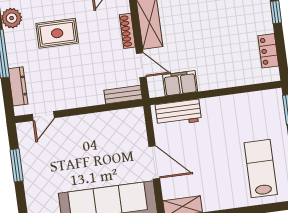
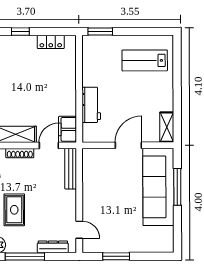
filing cabinet: (180, 83) -> (67, 129), moved
bench: (123, 95) -> (71, 169), width x1.36
workbench: (178, 113) -> (91, 105), moved

